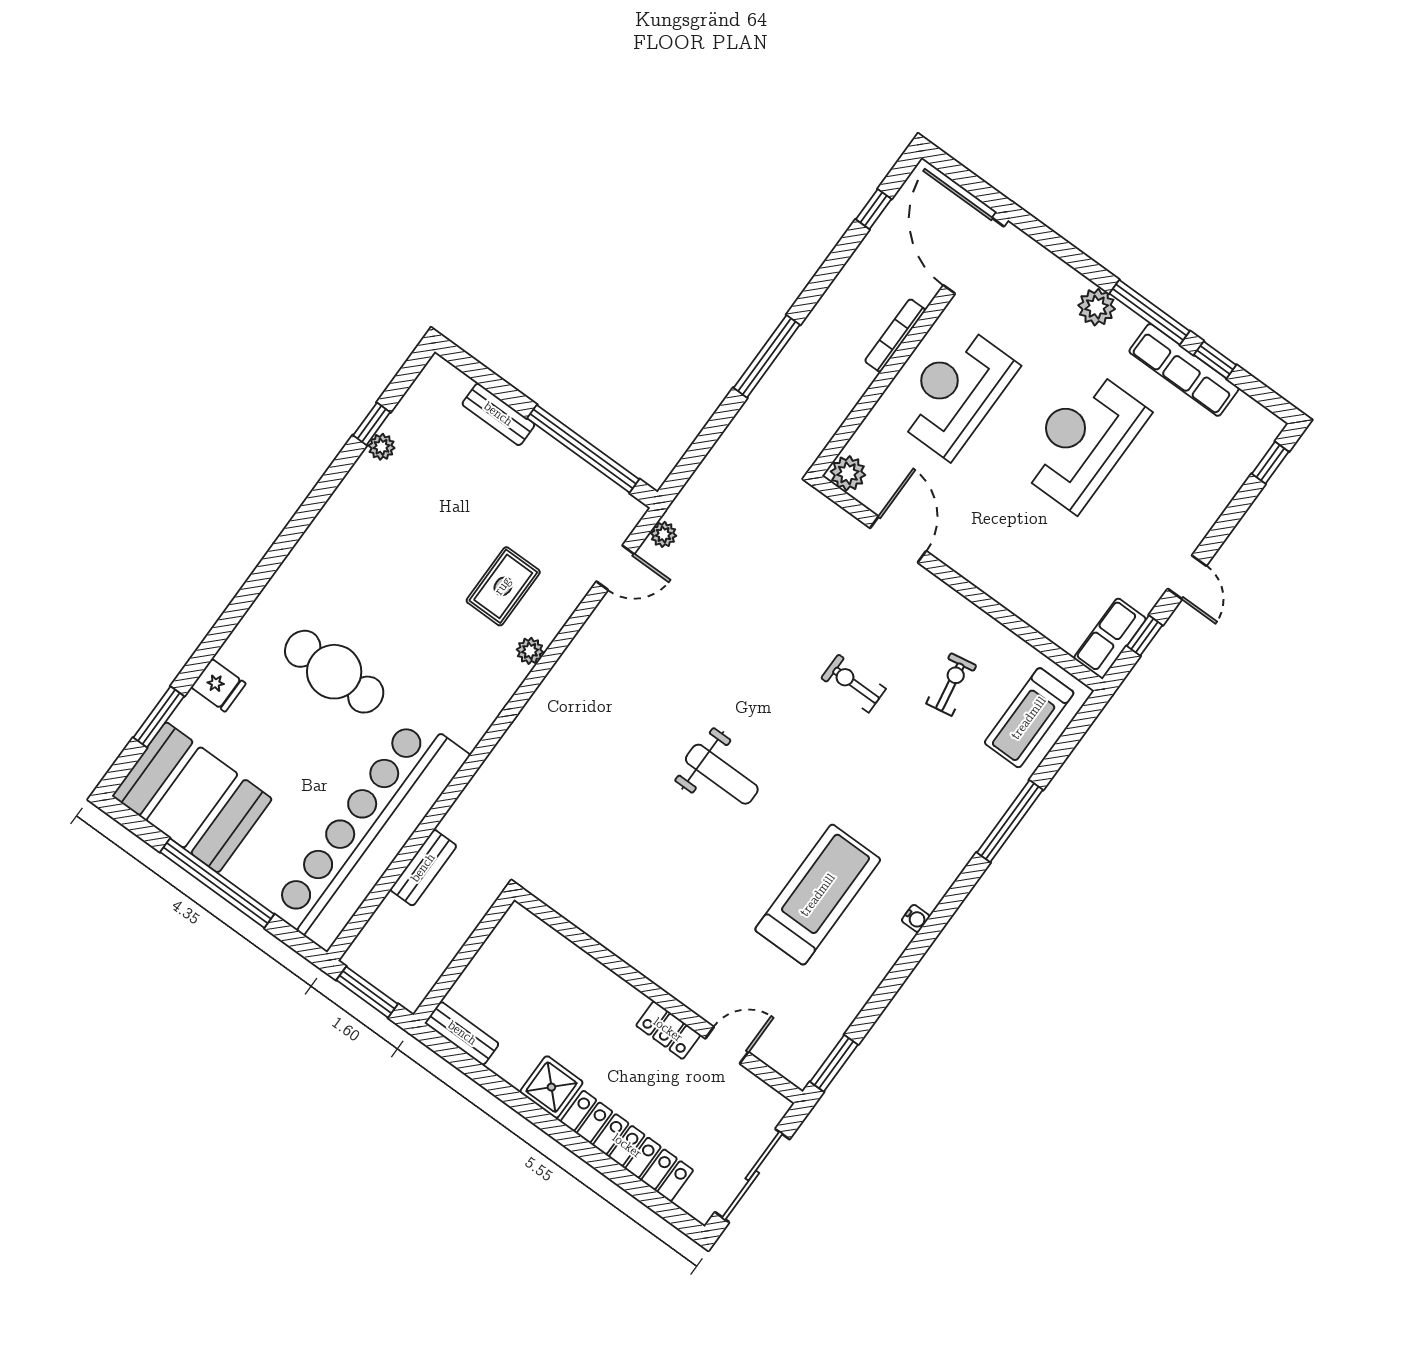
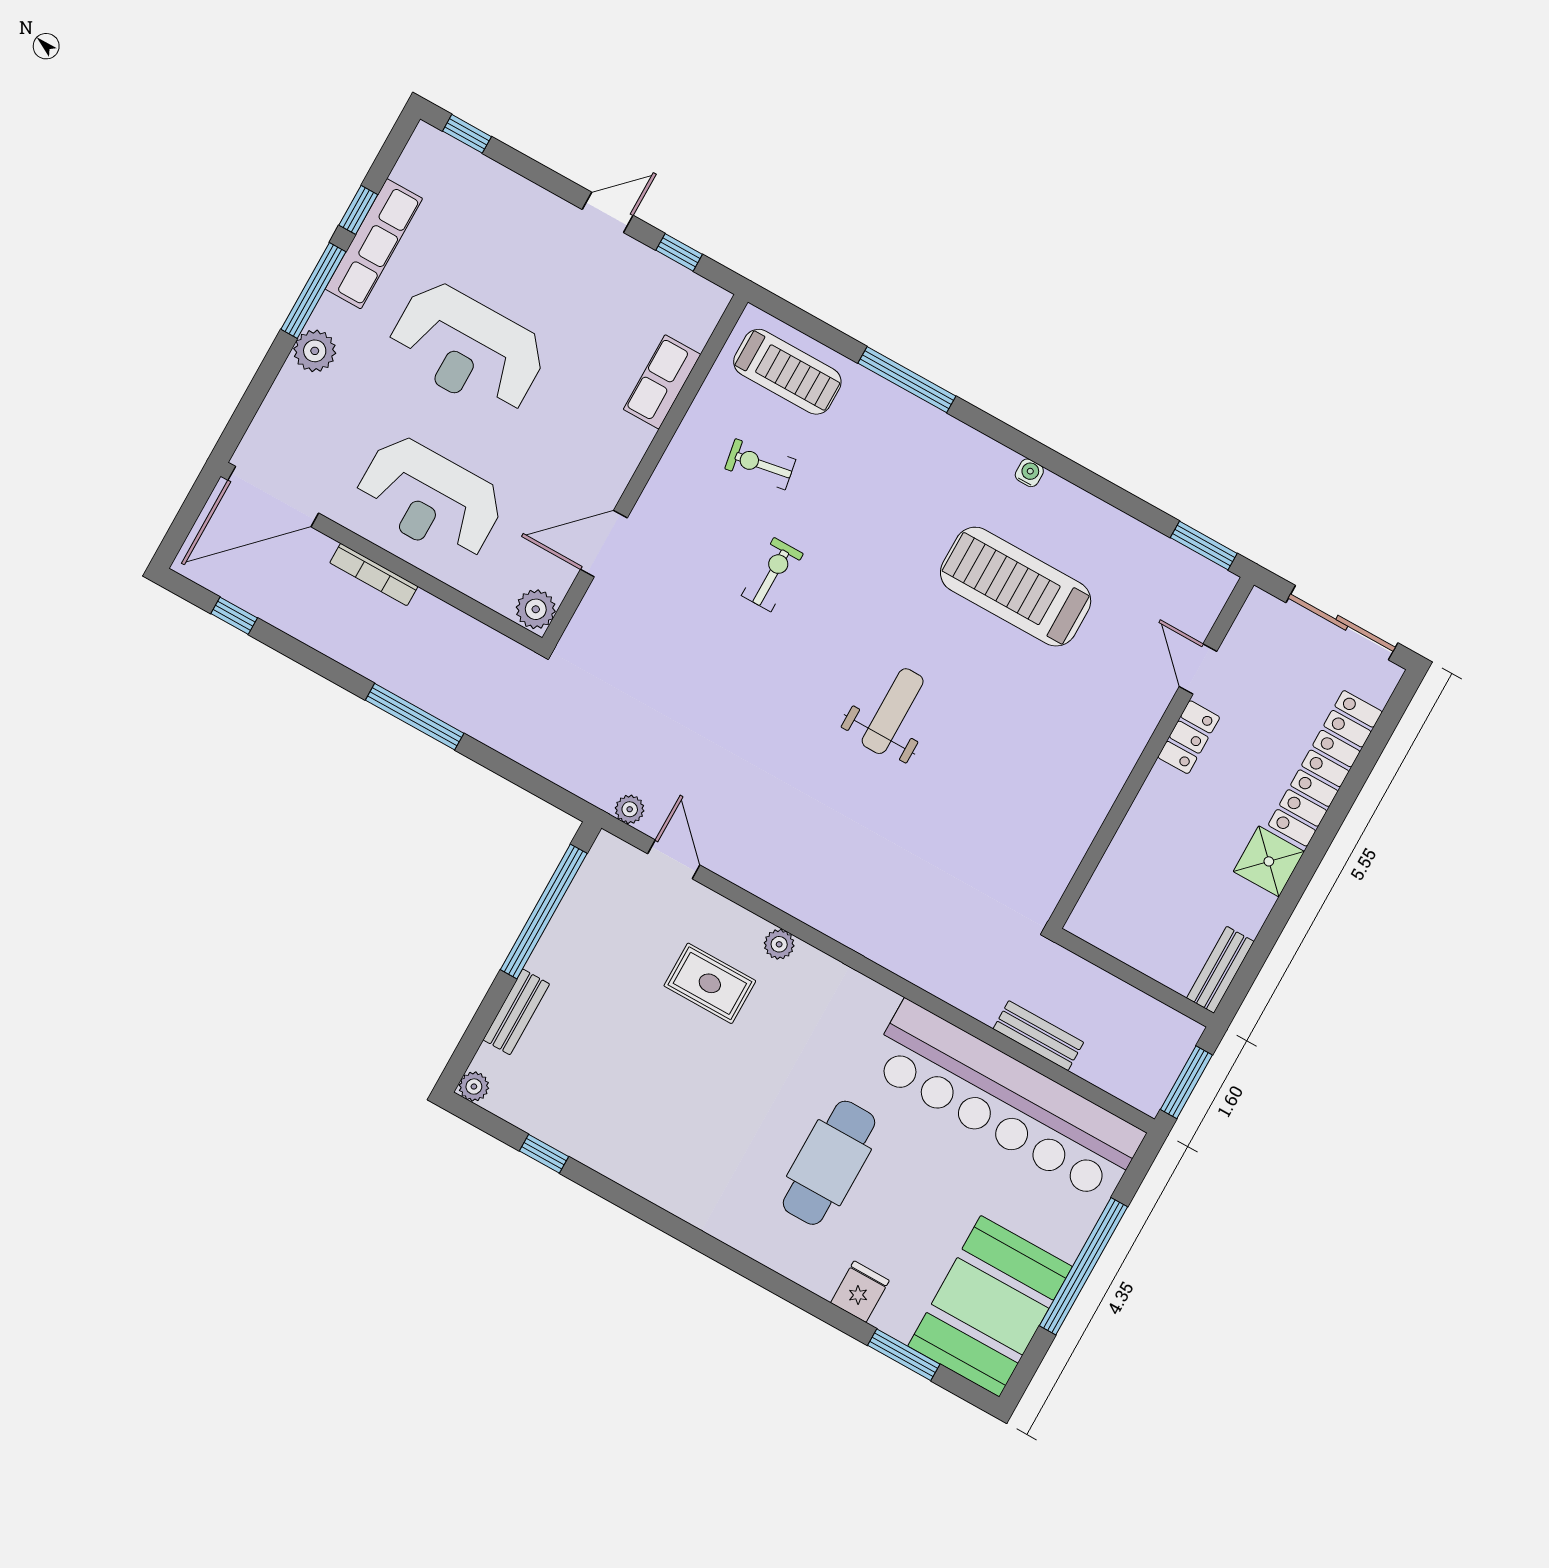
plant: (382, 447) -> (474, 1087), moved
row of seats: (1110, 638) -> (662, 382), moved, turned 90
exercise bike: (854, 683) -> (772, 575), turned 180

